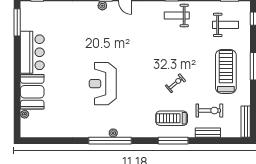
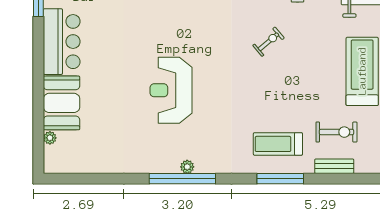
exercise bike: (176, 83) -> (269, 42), moved

